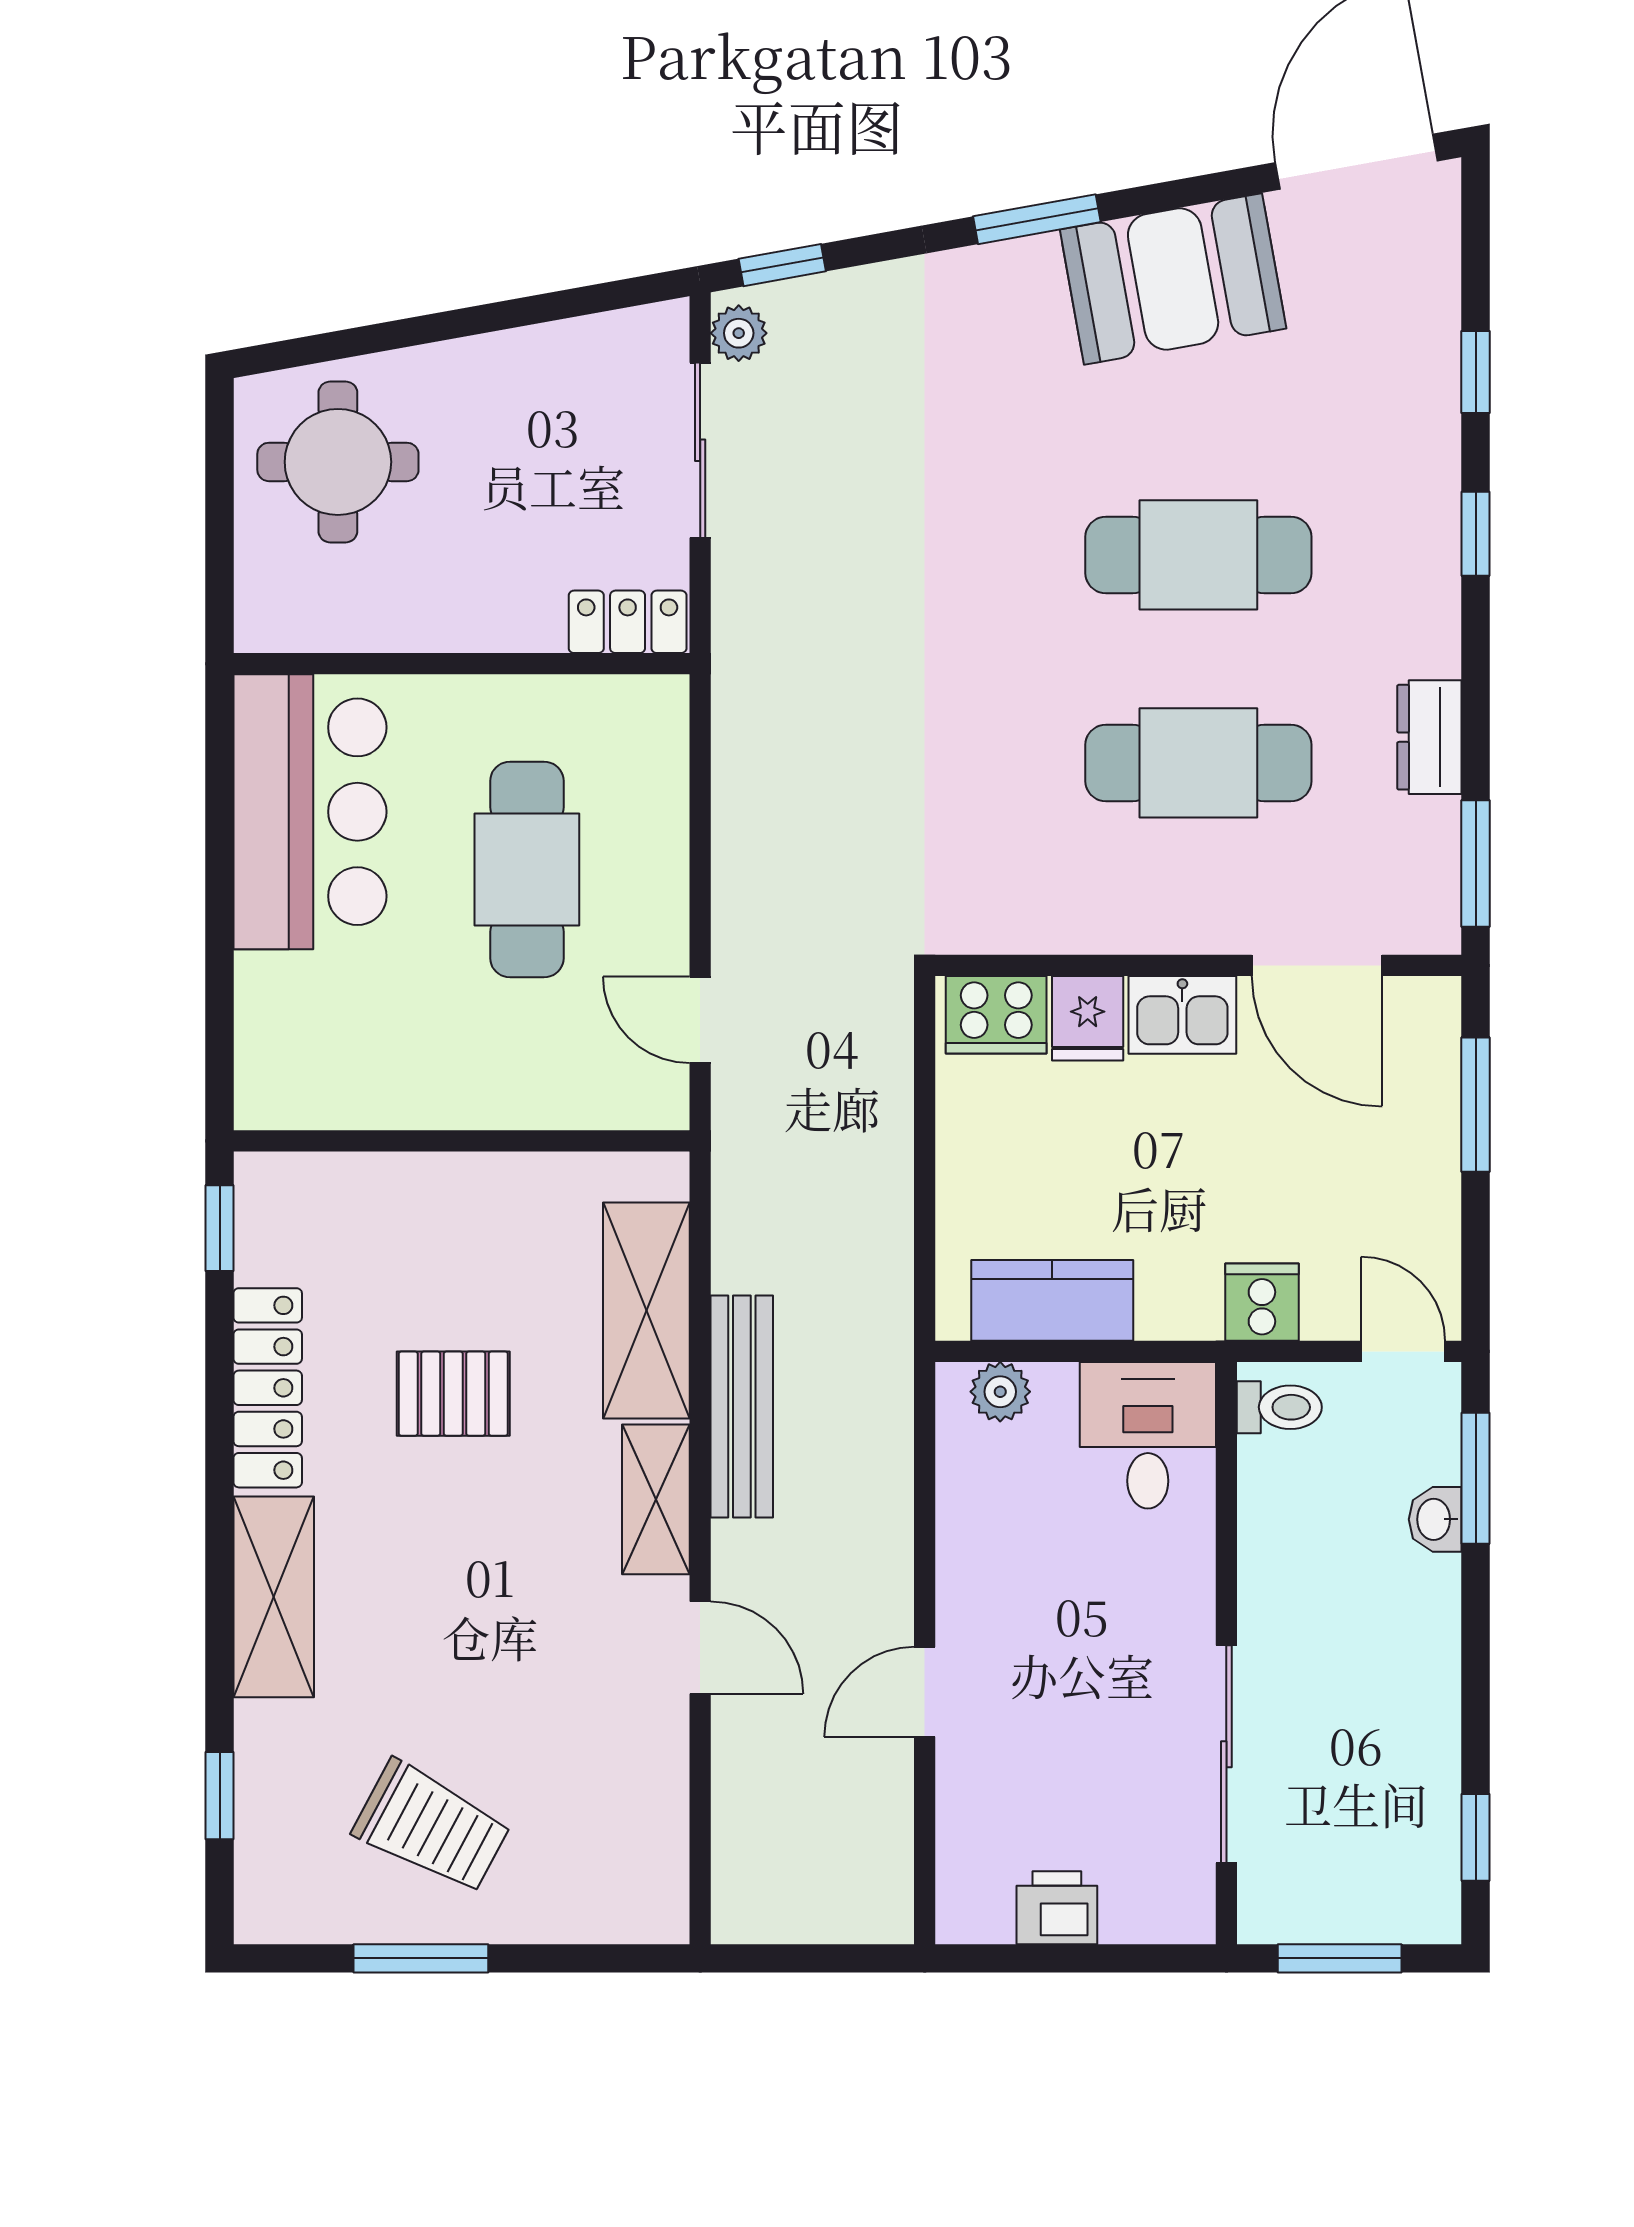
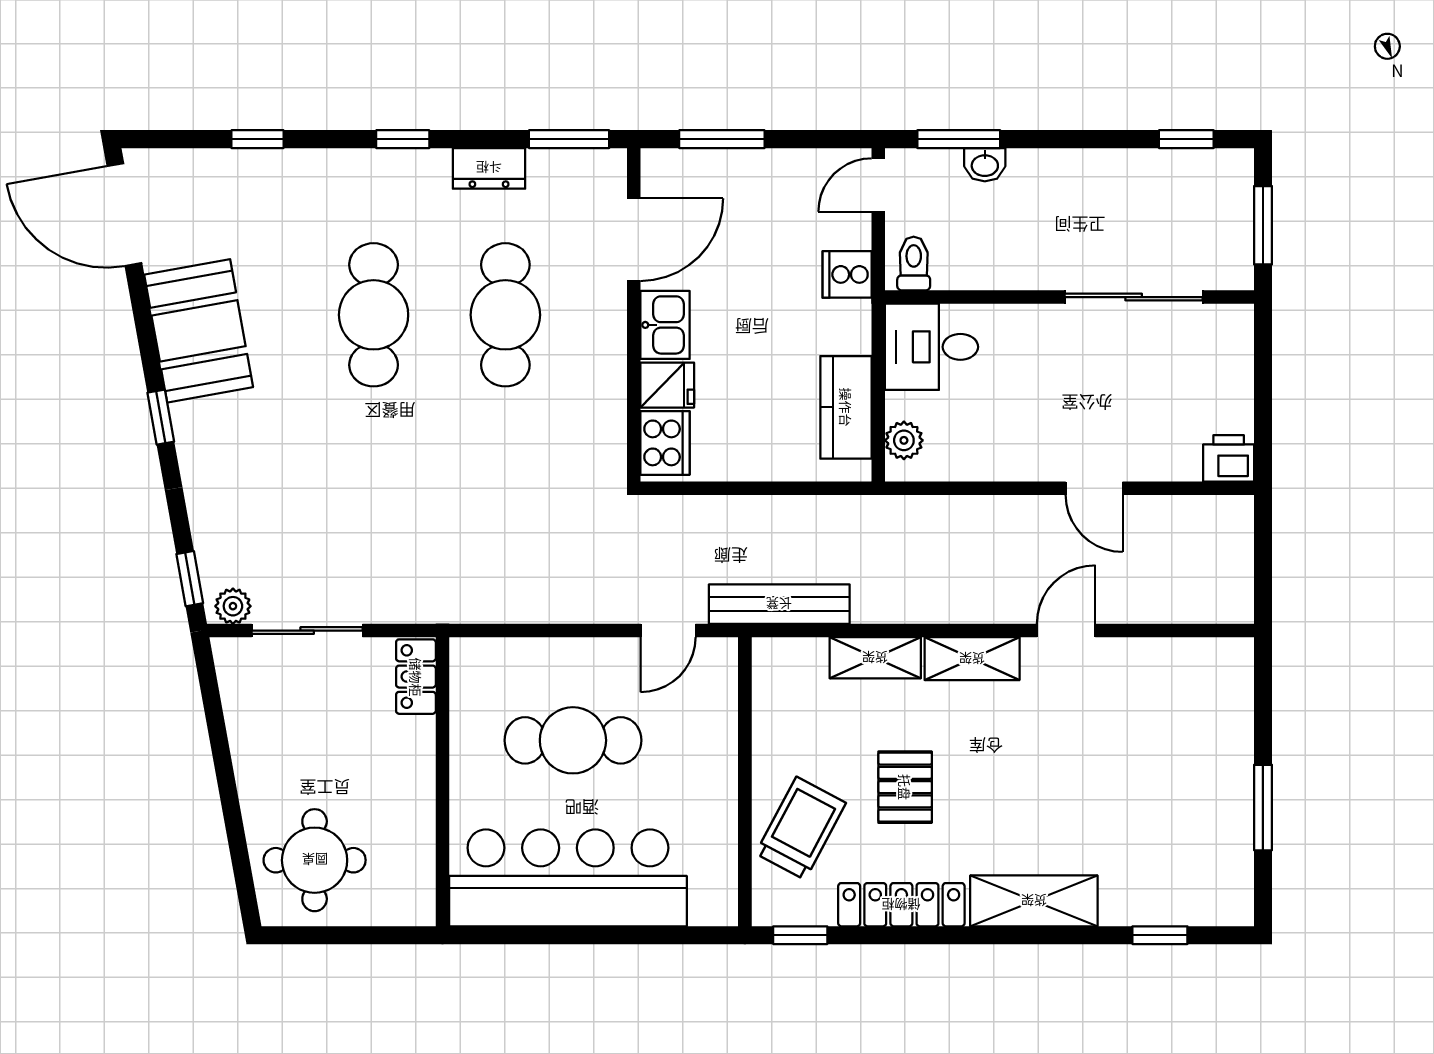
window: (1037, 219) -> (161, 417), width x0.67
window: (1476, 534) -> (403, 139), moved
bar counter: (310, 812) -> (568, 878), width x1.36
shelving: (646, 1311) -> (875, 658), width x0.67, depth x0.75
bench: (742, 1407) -> (779, 604), moved
trolley: (432, 1827) -> (801, 828), moved
printer: (1057, 1908) -> (1229, 458), moved, turned 90

